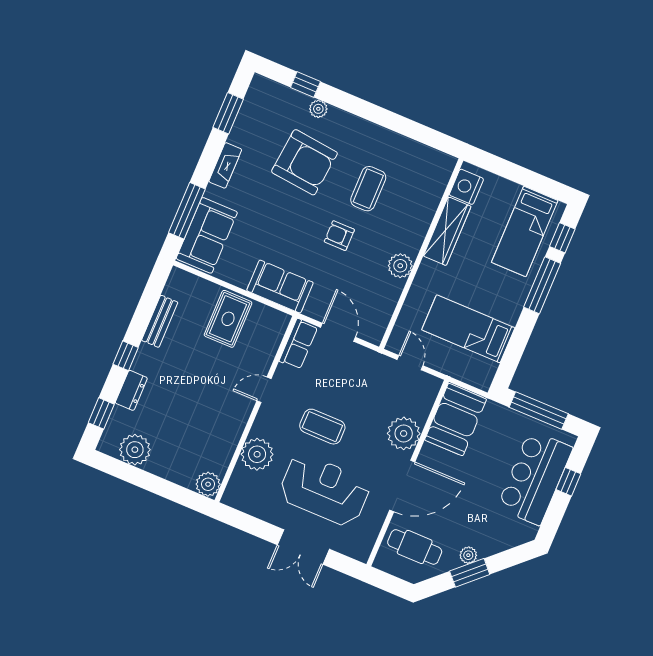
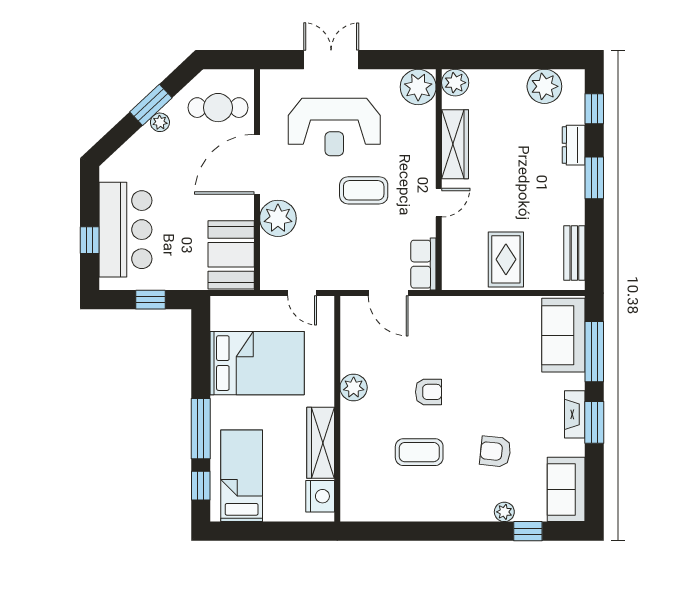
window: (228, 113) -> (594, 422), moved
armchair: (304, 162) -> (495, 452), width x0.53, depth x0.53
coffee table: (368, 189) -> (419, 452), turned 90
sofa: (280, 287) -> (566, 489), moved, turned 90
bench: (160, 321) -> (574, 253), moved
bed: (468, 329) -> (257, 363), width x1.50
window: (126, 356) -> (594, 178), width x1.50
window: (539, 411) -> (150, 300), width x0.46
wardrobe: (230, 433) -> (455, 144), added
plant: (257, 454) -> (418, 87), moved

